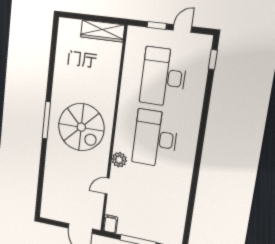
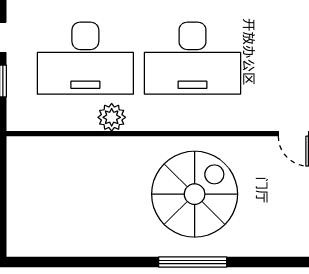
wardrobe: (102, 31) -> (21, 174), removed
plant: (119, 160) -> (112, 117), moved

